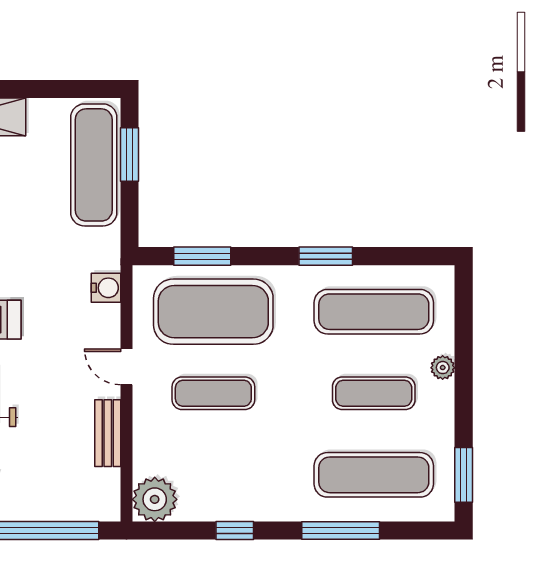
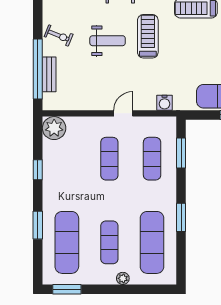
exercise mat: (213, 312) -> (152, 159), width x0.50, depth x0.69
bench: (108, 433) -> (49, 74), moved, turned 90
window: (341, 530) -> (38, 225), width x0.69

